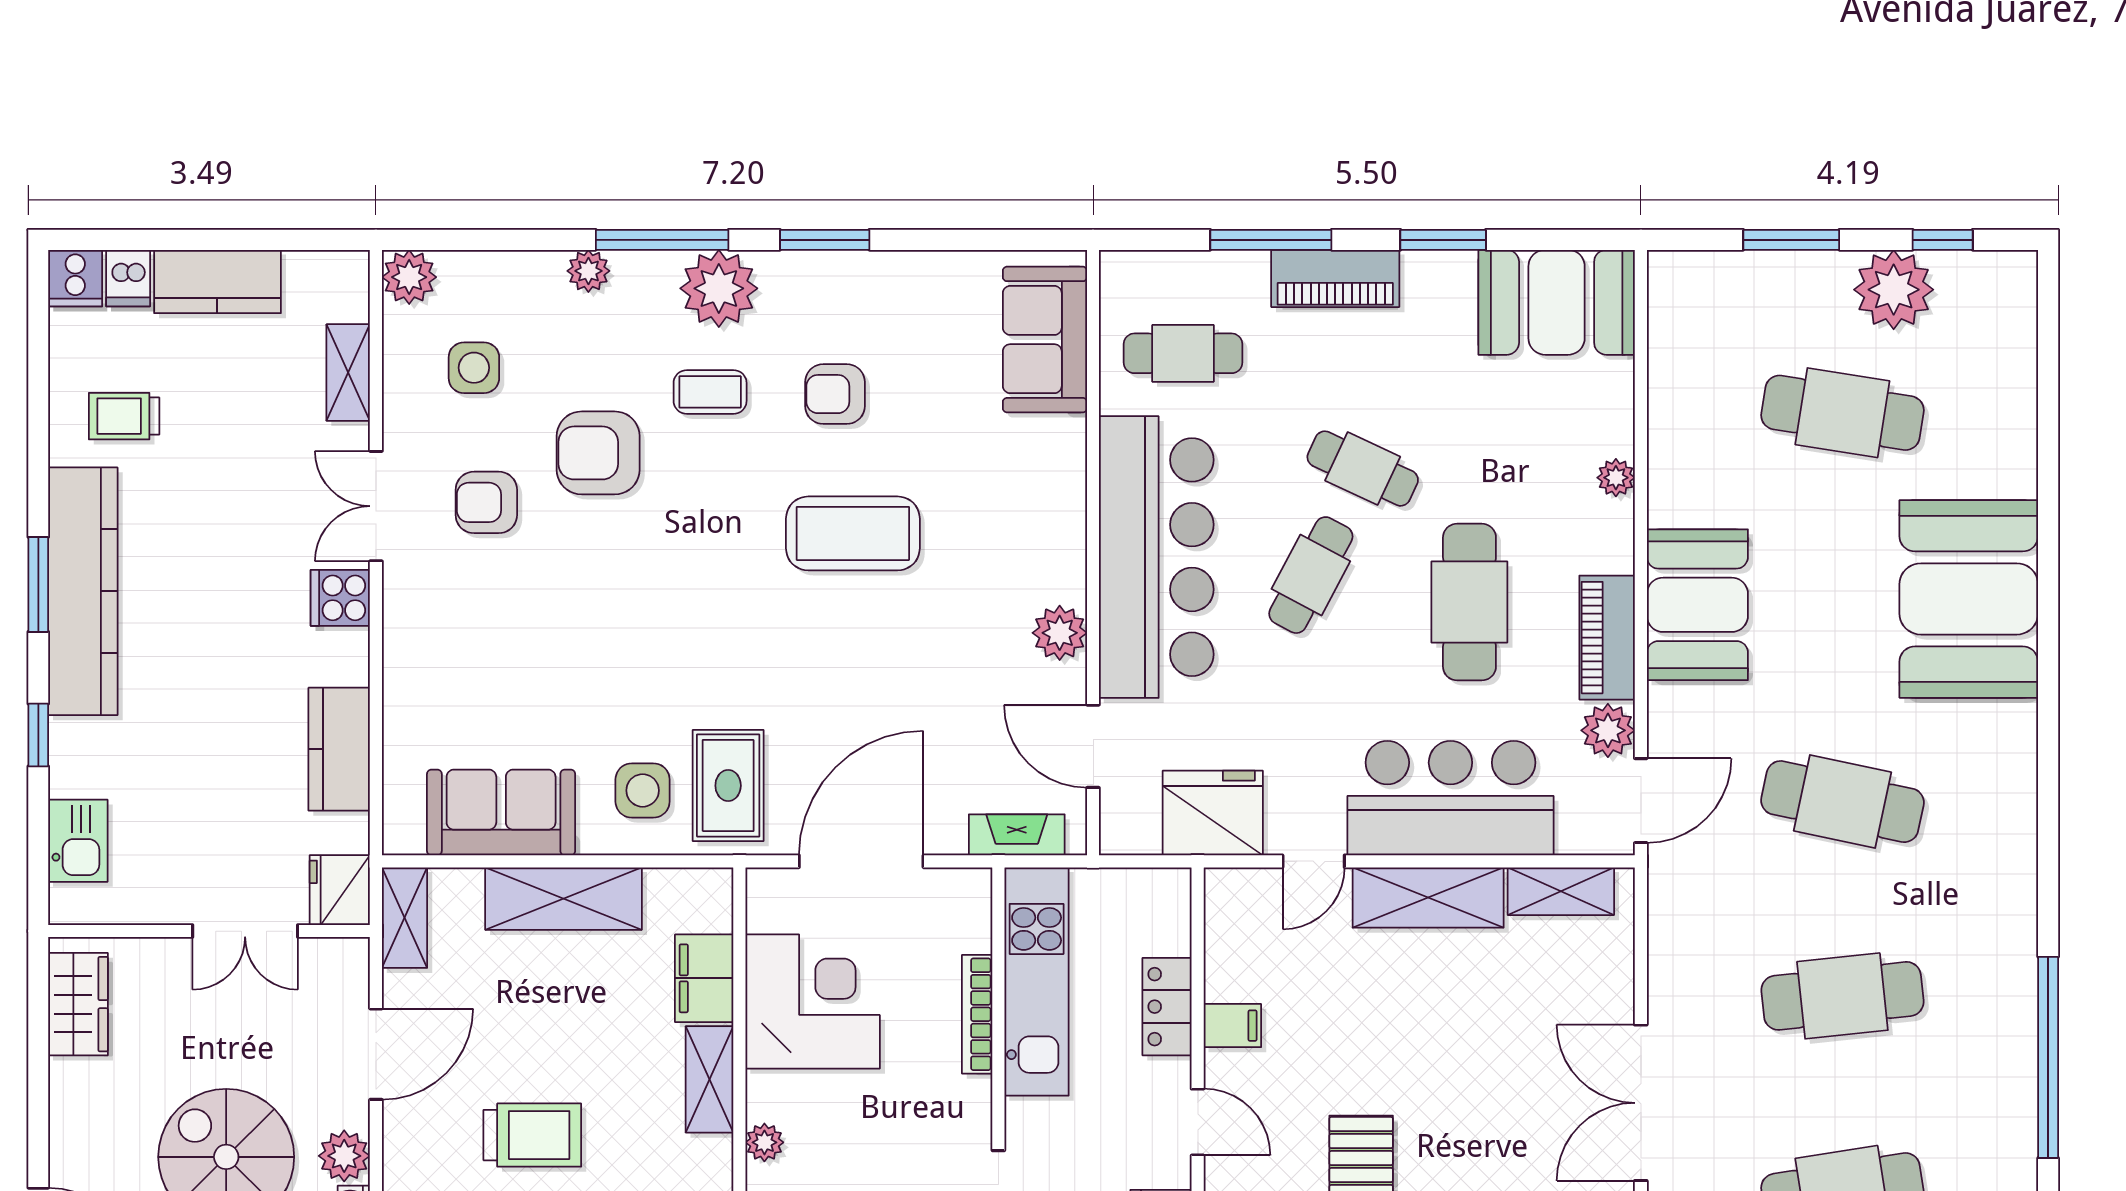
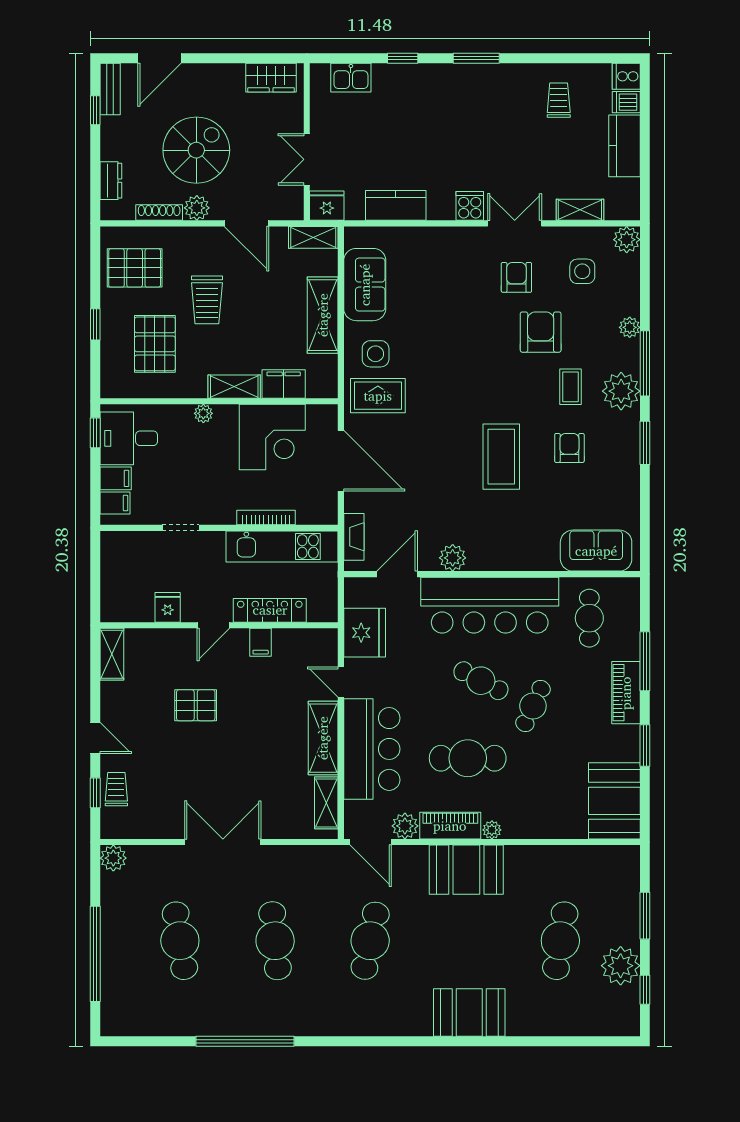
plant: (1616, 478) -> (492, 830), moved
kitchen counter: (83, 591) -> (473, 80), removed
booth: (1969, 599) -> (469, 1013), width x0.73, depth x0.70
locker: (1167, 1007) -> (270, 610), width x1.53

